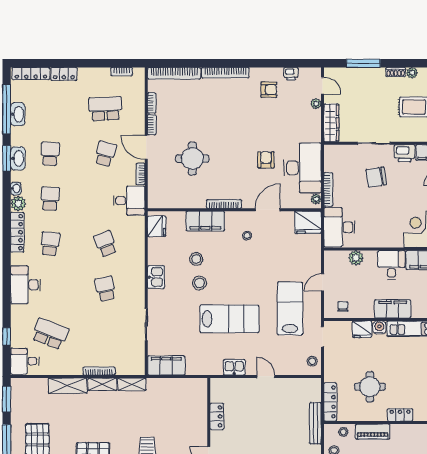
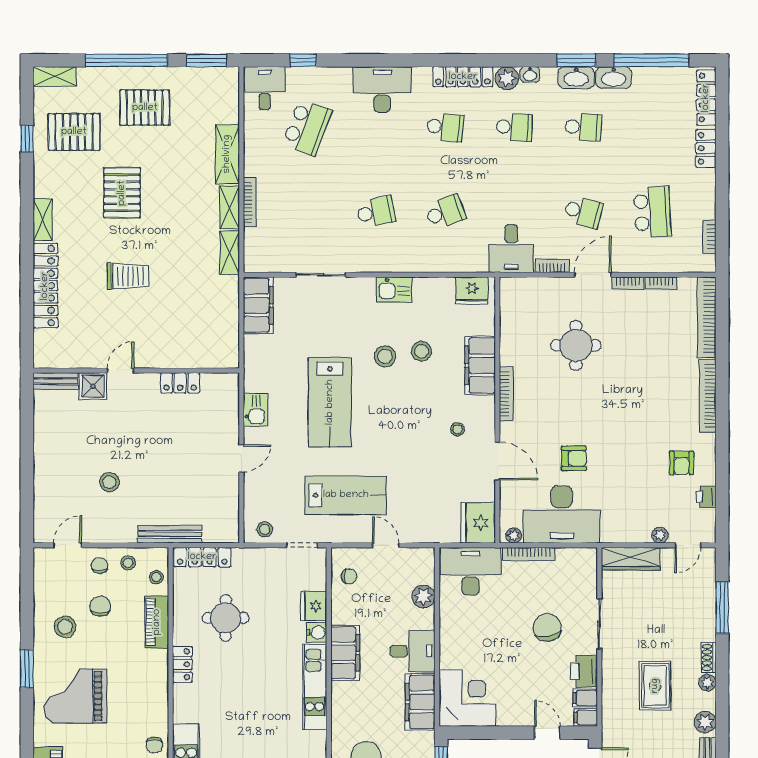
washbasin: (18, 114) -> (614, 77), moved

